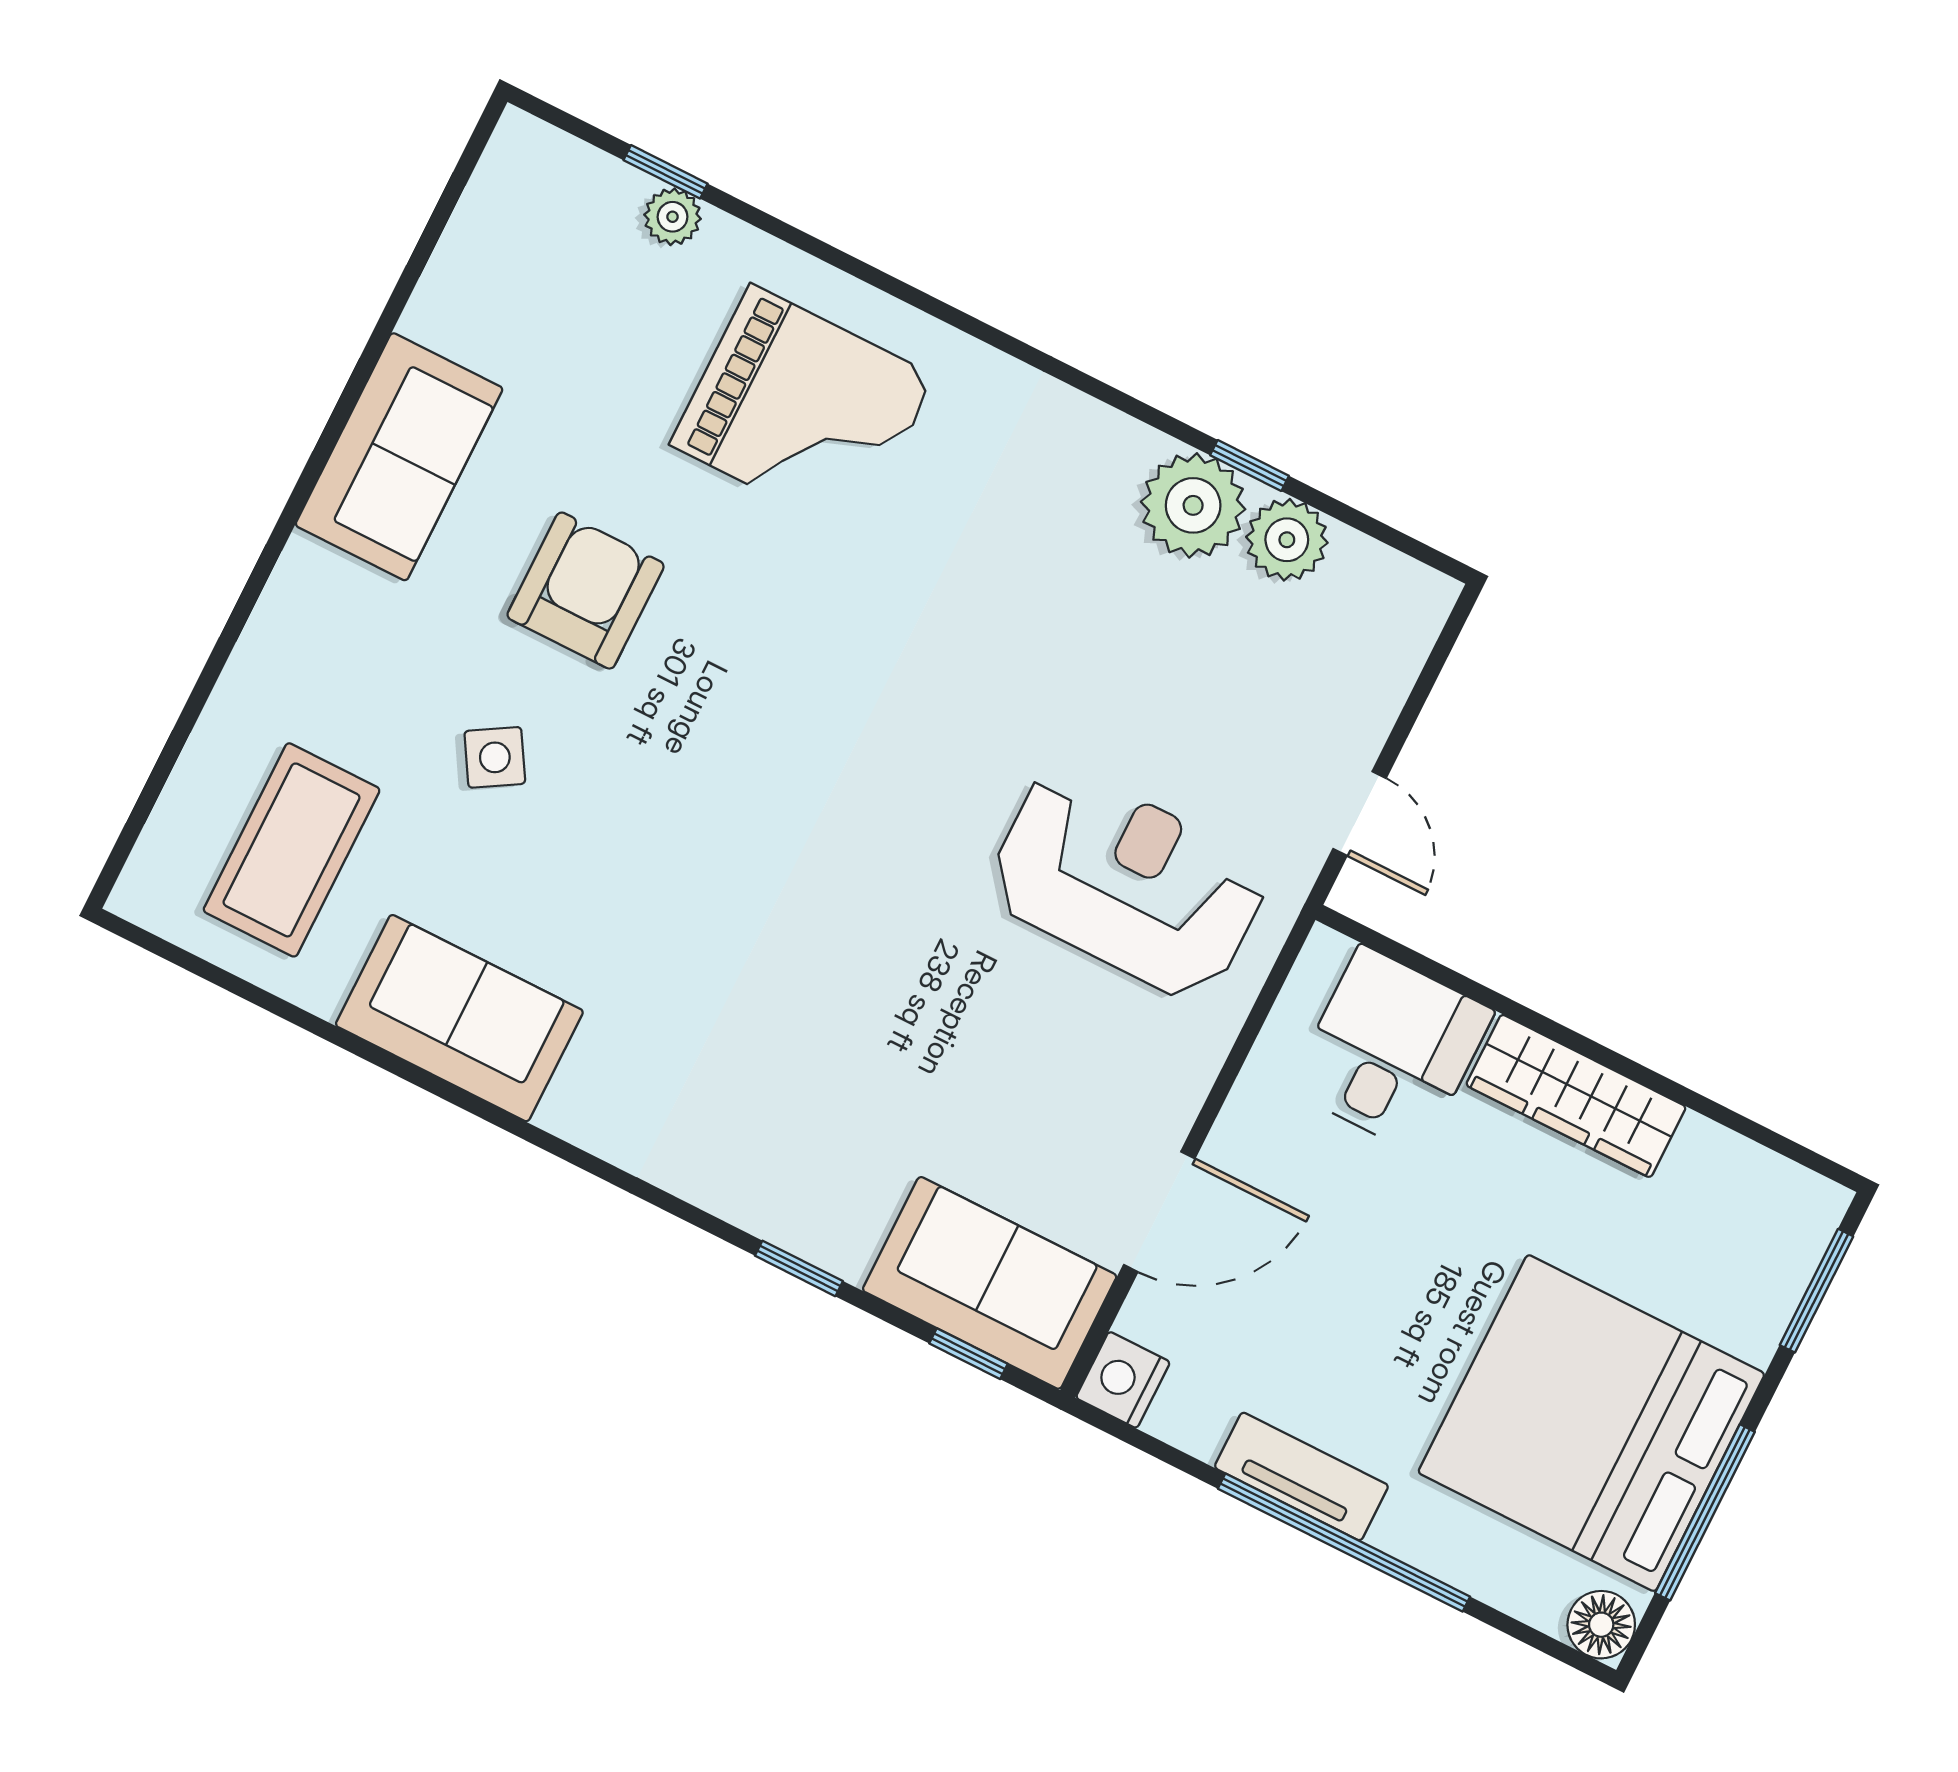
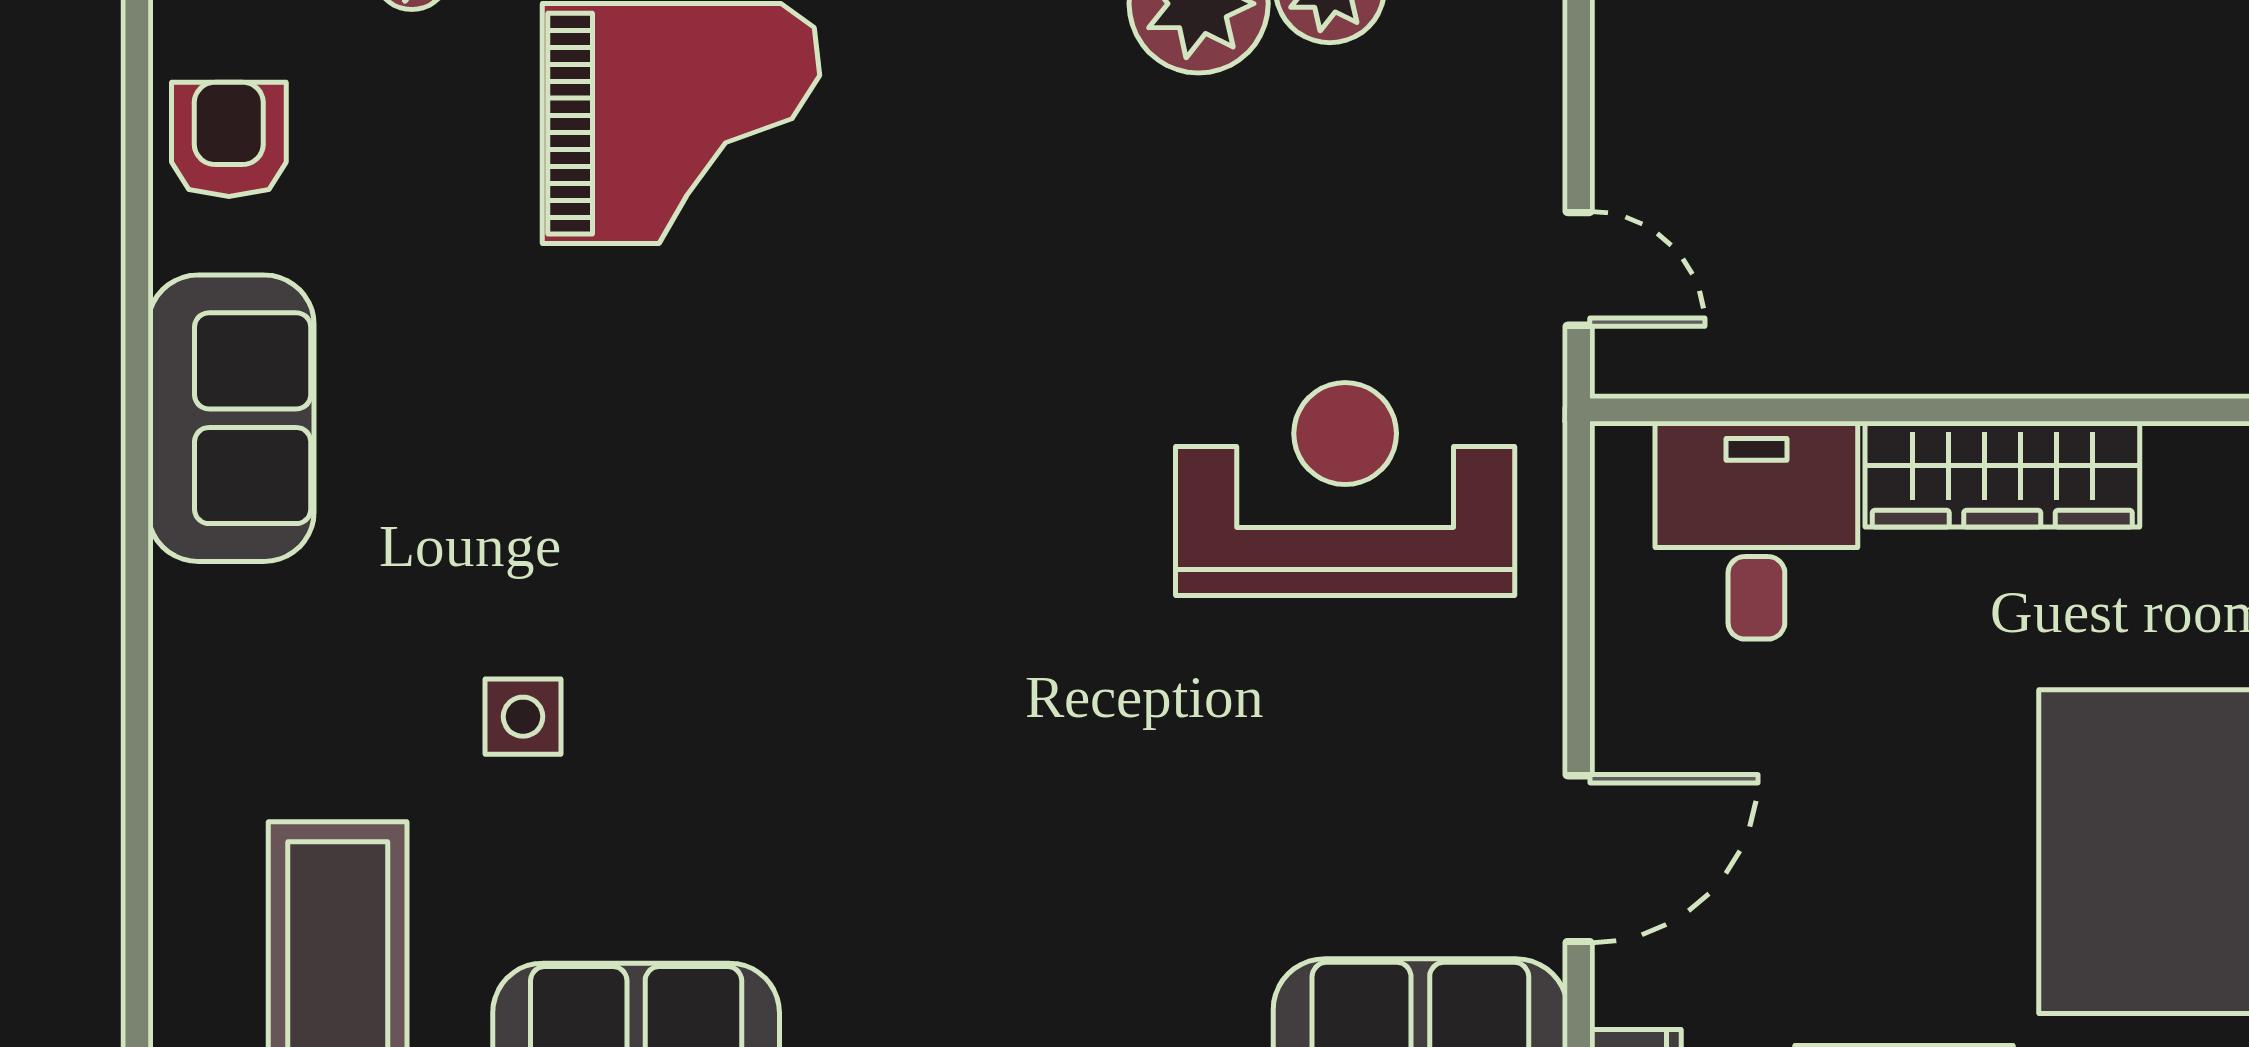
armchair: (586, 591) -> (229, 139), moved, width x0.72, depth x0.72
side table: (495, 757) -> (523, 717), turned 31

